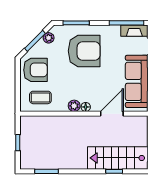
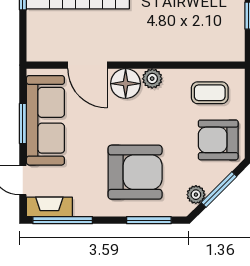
armchair: (84, 51) -> (135, 172), turned 180
floor lamp: (86, 107) -> (126, 84), width x1.89, depth x1.89
door: (112, 114) -> (88, 65), hinge flipped

